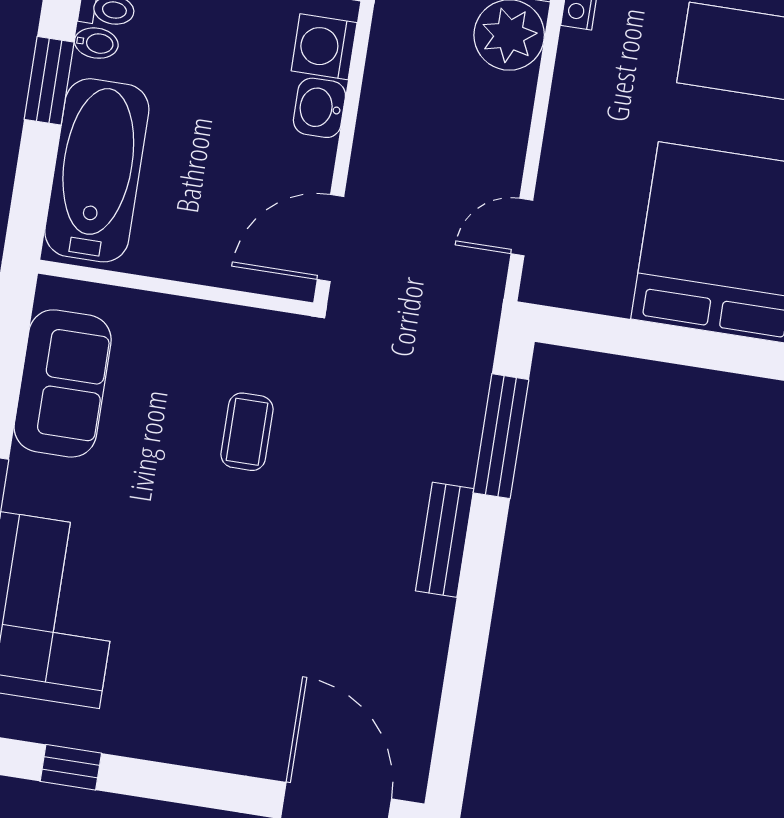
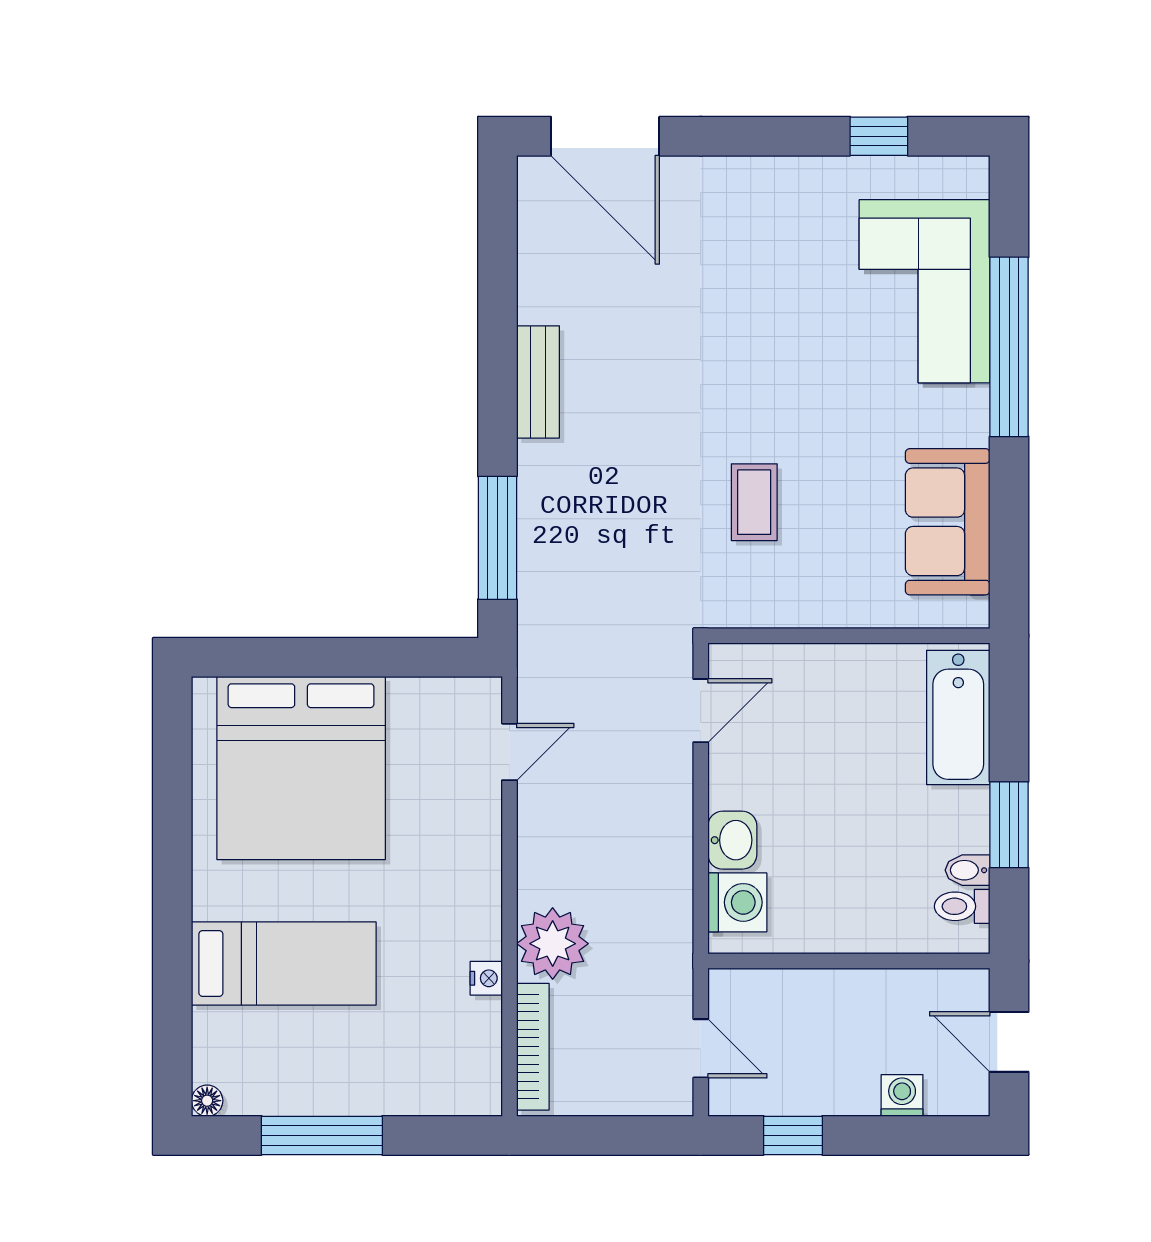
bathtub: (97, 170) -> (958, 718), width x0.73, depth x0.73
door: (330, 238) -> (701, 711), width x0.73
bench: (445, 540) -> (538, 382), moved

